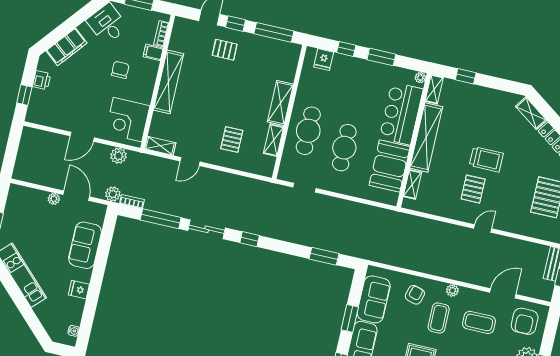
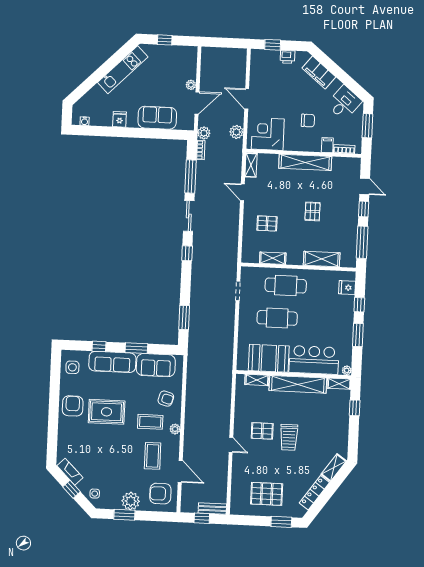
pallet: (225, 50) -> (313, 211), moved
shelving: (280, 103) -> (322, 259), moved

